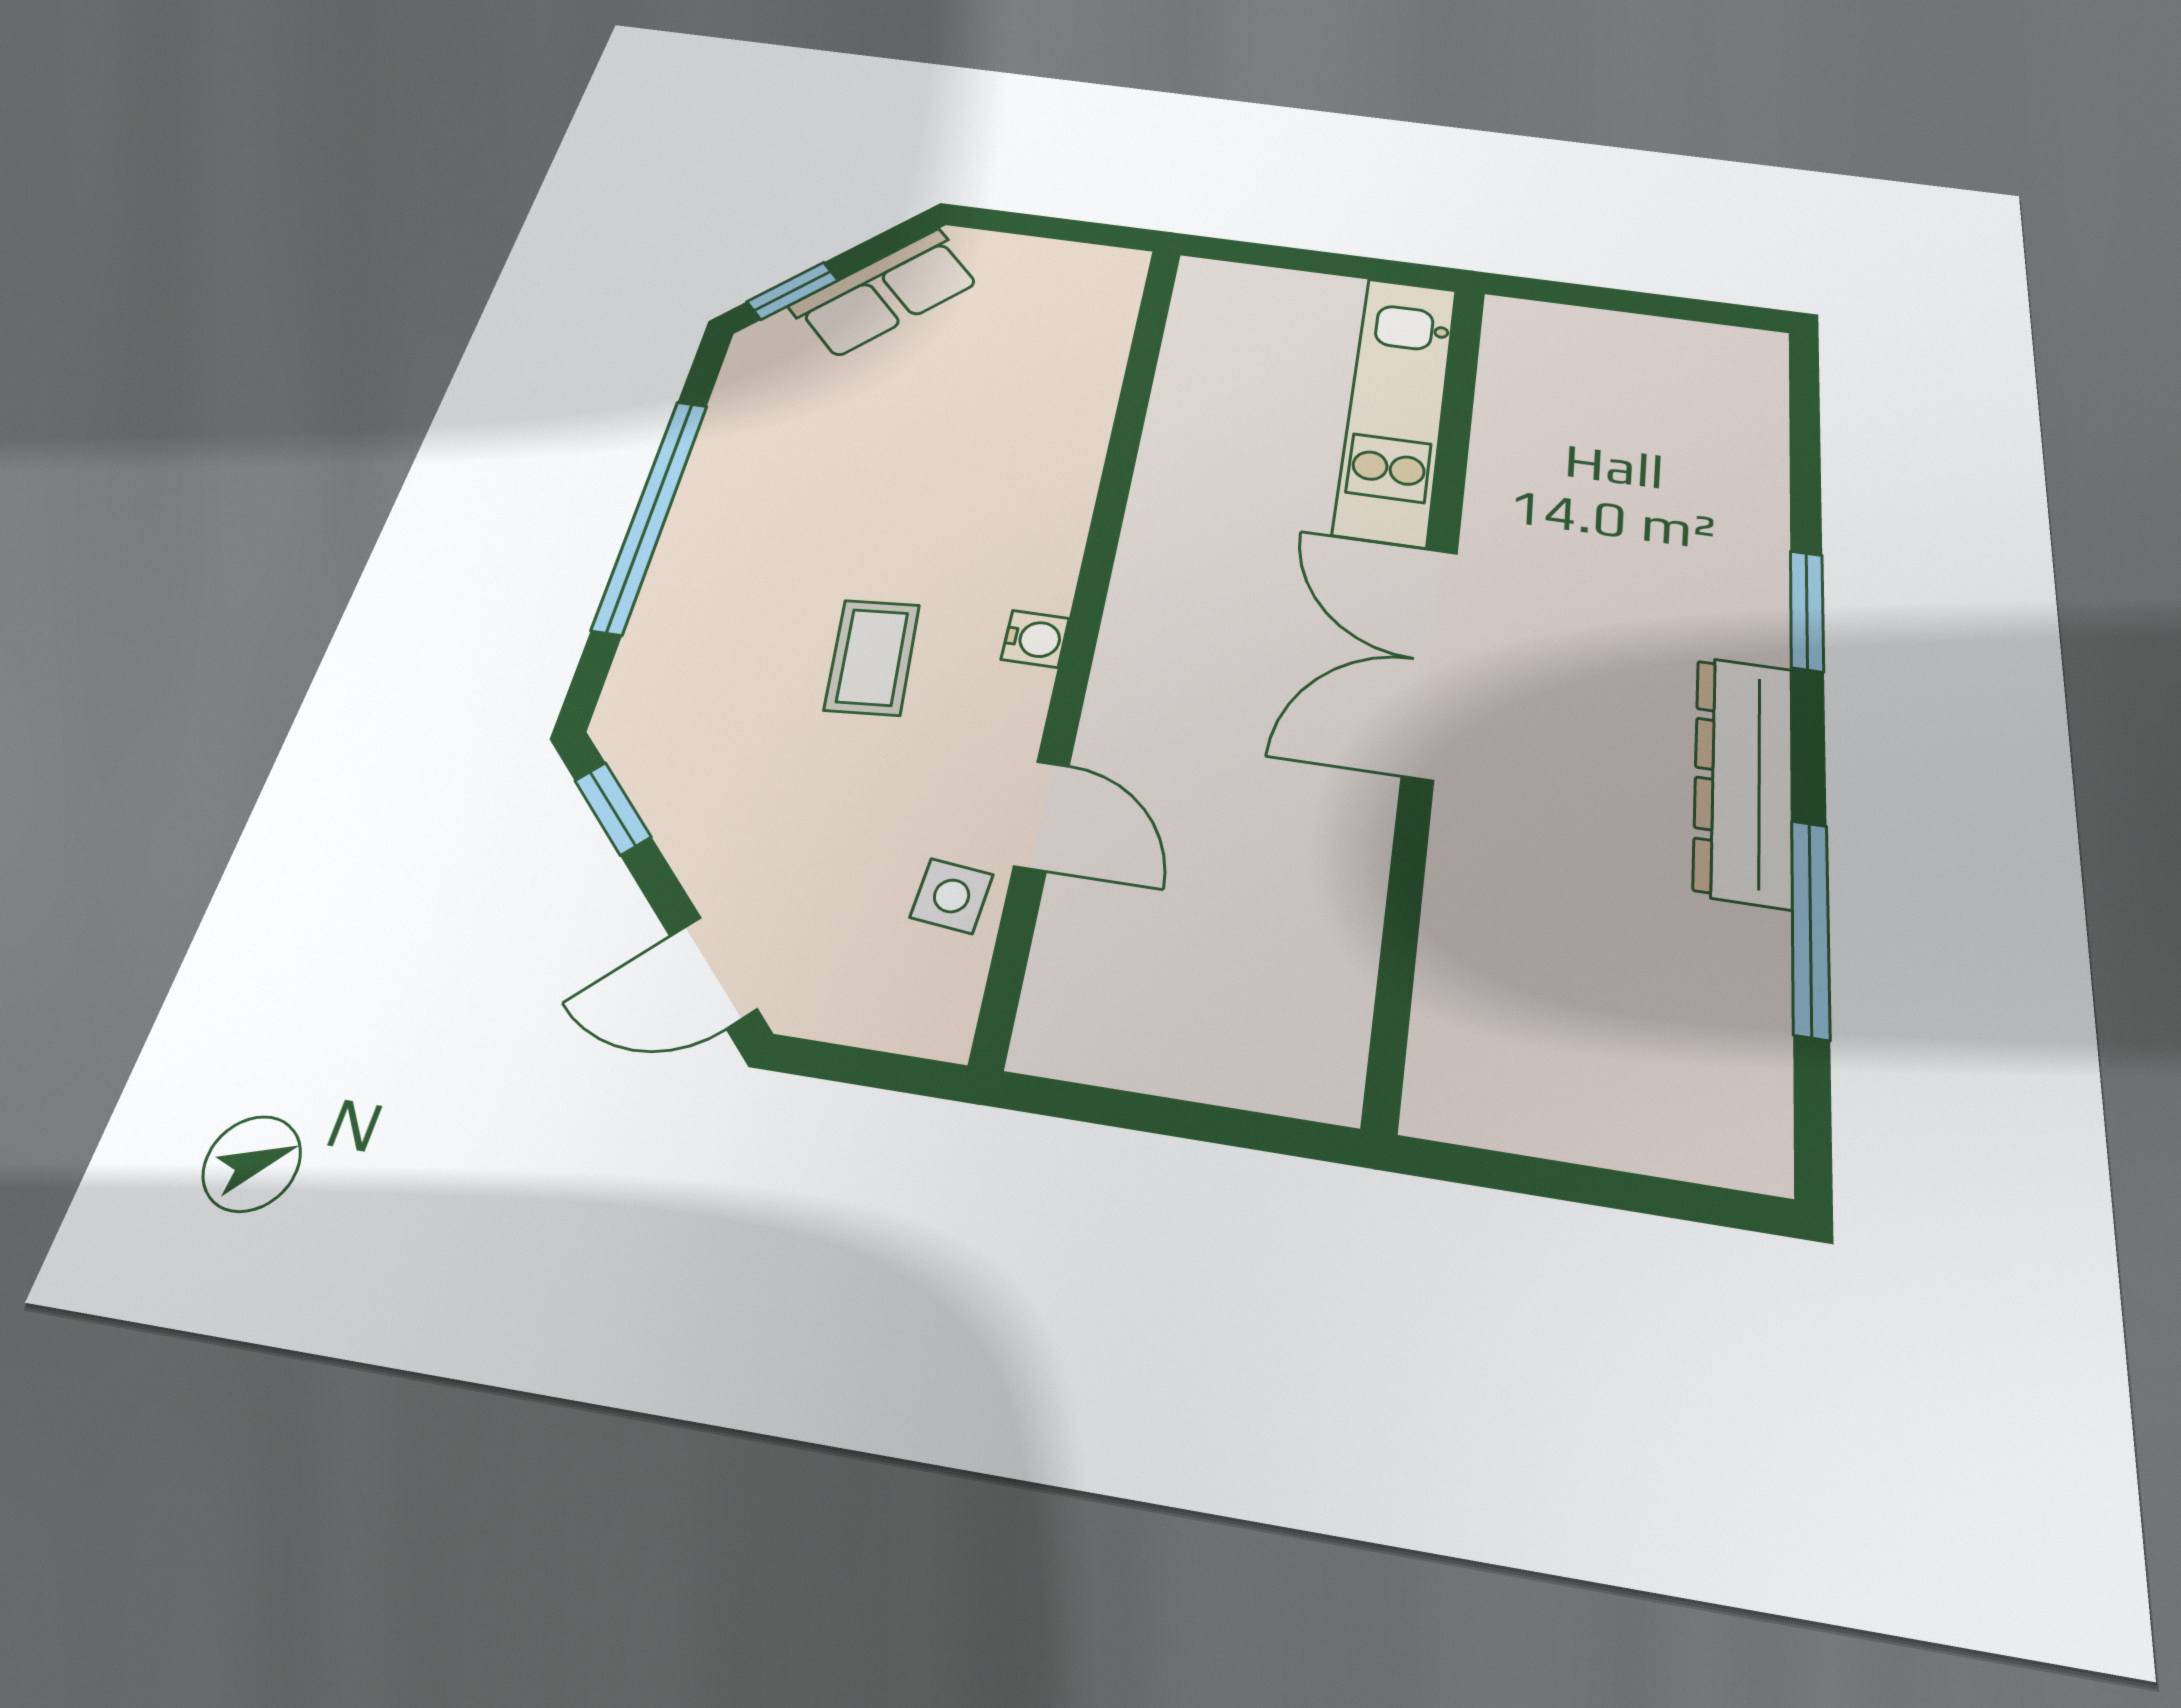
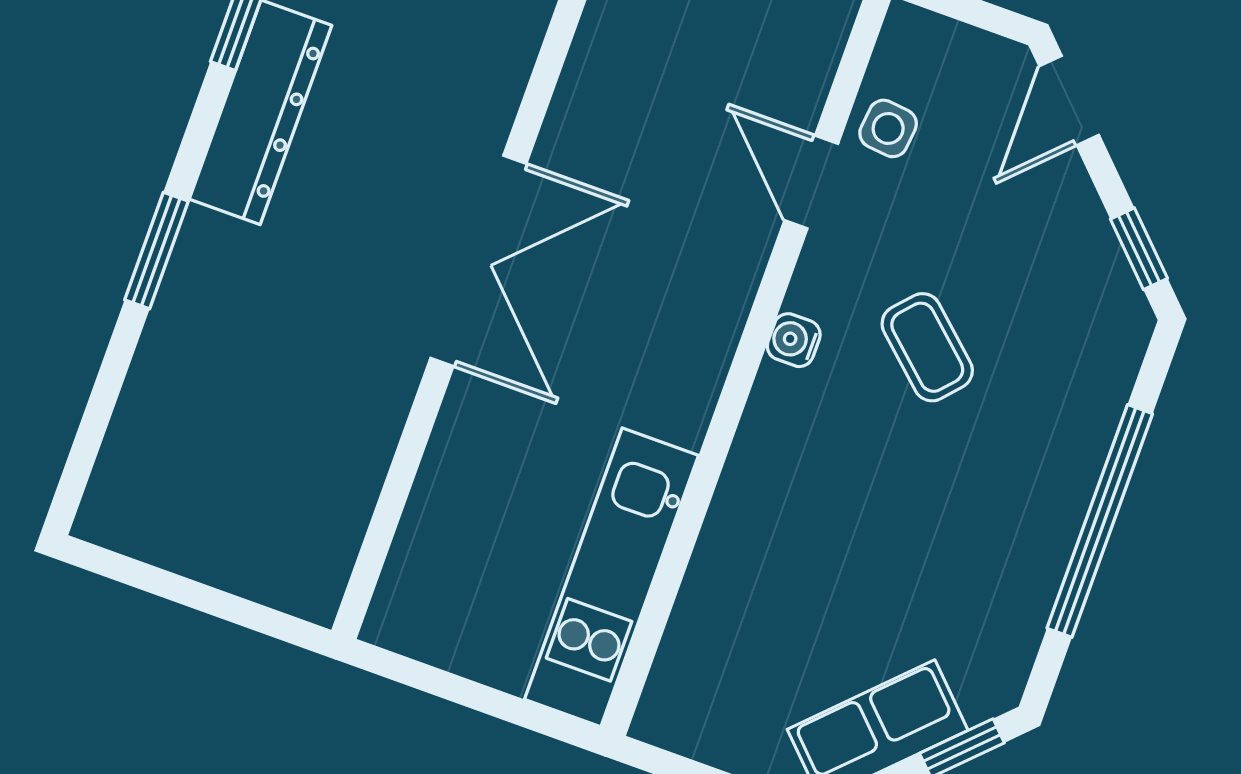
kitchen unit: (1396, 408) -> (611, 577), moved, turned 180
coffee table: (872, 657) -> (927, 347), turned -43
door: (713, 972) -> (1069, 101), swing flipped

